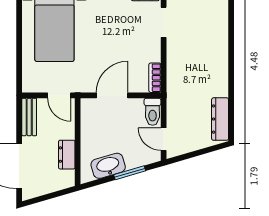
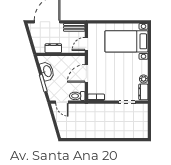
door: (112, 95) -> (86, 73), swing flipped
dresser: (220, 119) -> (73, 133), removed
door: (164, 139) -> (62, 102), swing flipped

